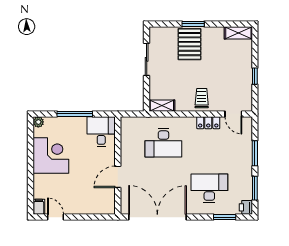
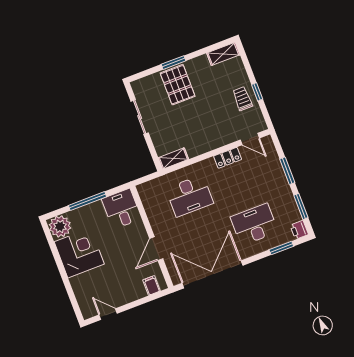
trolley: (202, 98) -> (242, 99), moved
plant: (38, 122) -> (60, 226), width x1.88, depth x1.88
filing cabinet: (39, 207) -> (152, 285), moved

